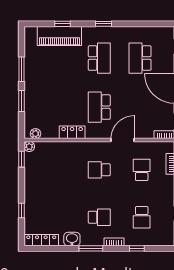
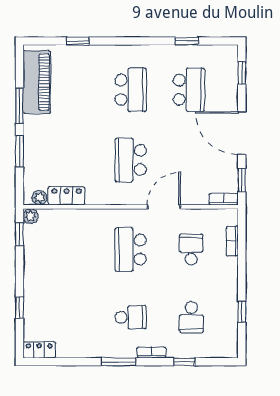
window: (104, 24) -> (187, 41), moved
piano: (59, 36) -> (37, 82), moved, turned -90
school desk: (140, 58) -> (189, 90), turned 180
locker: (72, 132) -> (67, 196), moved
school desk: (99, 170) -> (131, 250), width x1.85
washbasin: (72, 239) -> (92, 348), removed
locker: (41, 240) -> (39, 350), width x0.66

